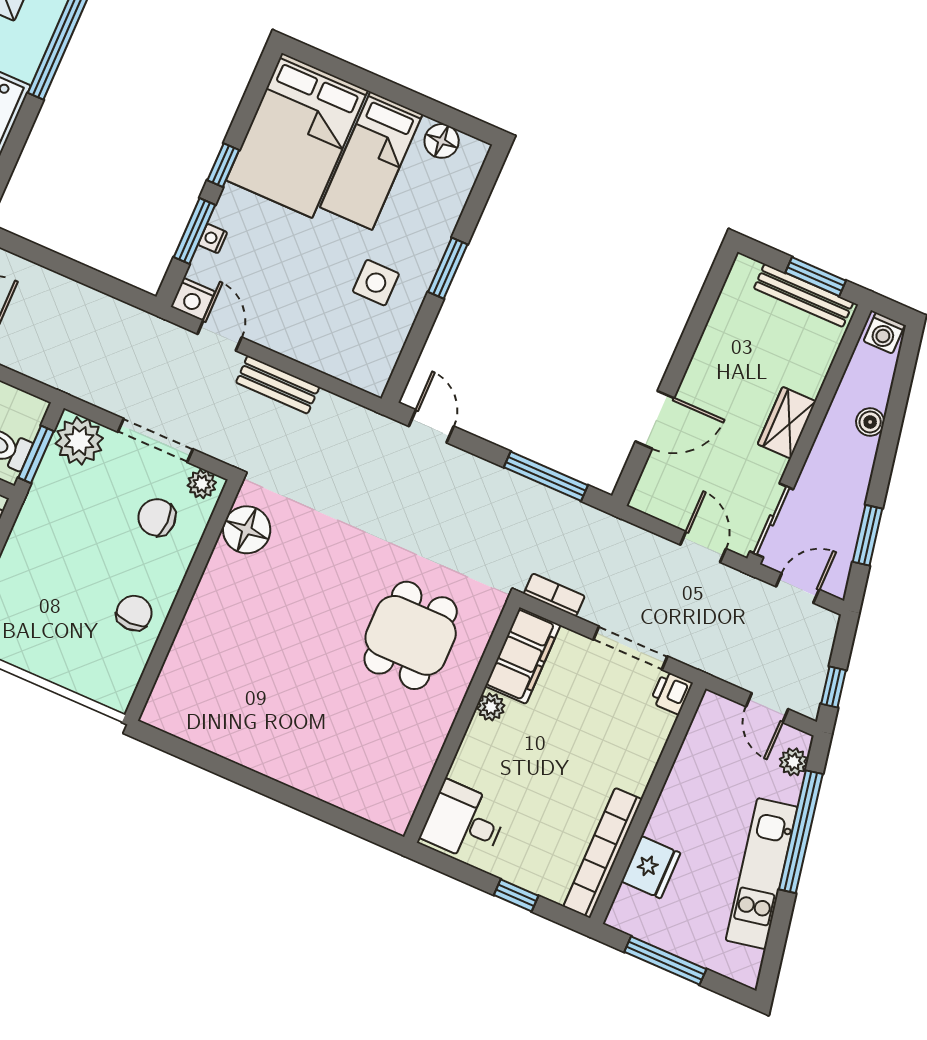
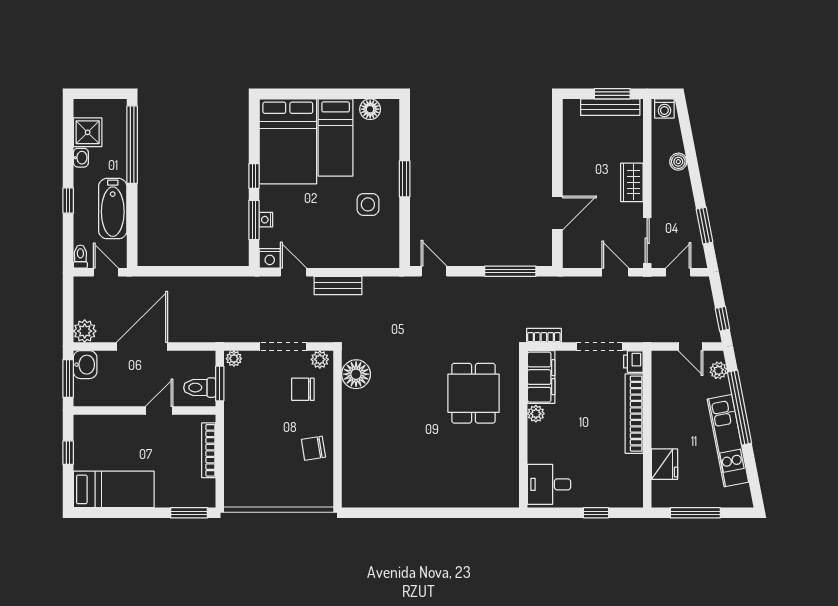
plant: (79, 441) -> (234, 359), width x0.53, depth x0.53
chair: (134, 613) -> (313, 448), turned -99
bookcase: (603, 853) -> (634, 414), moved

